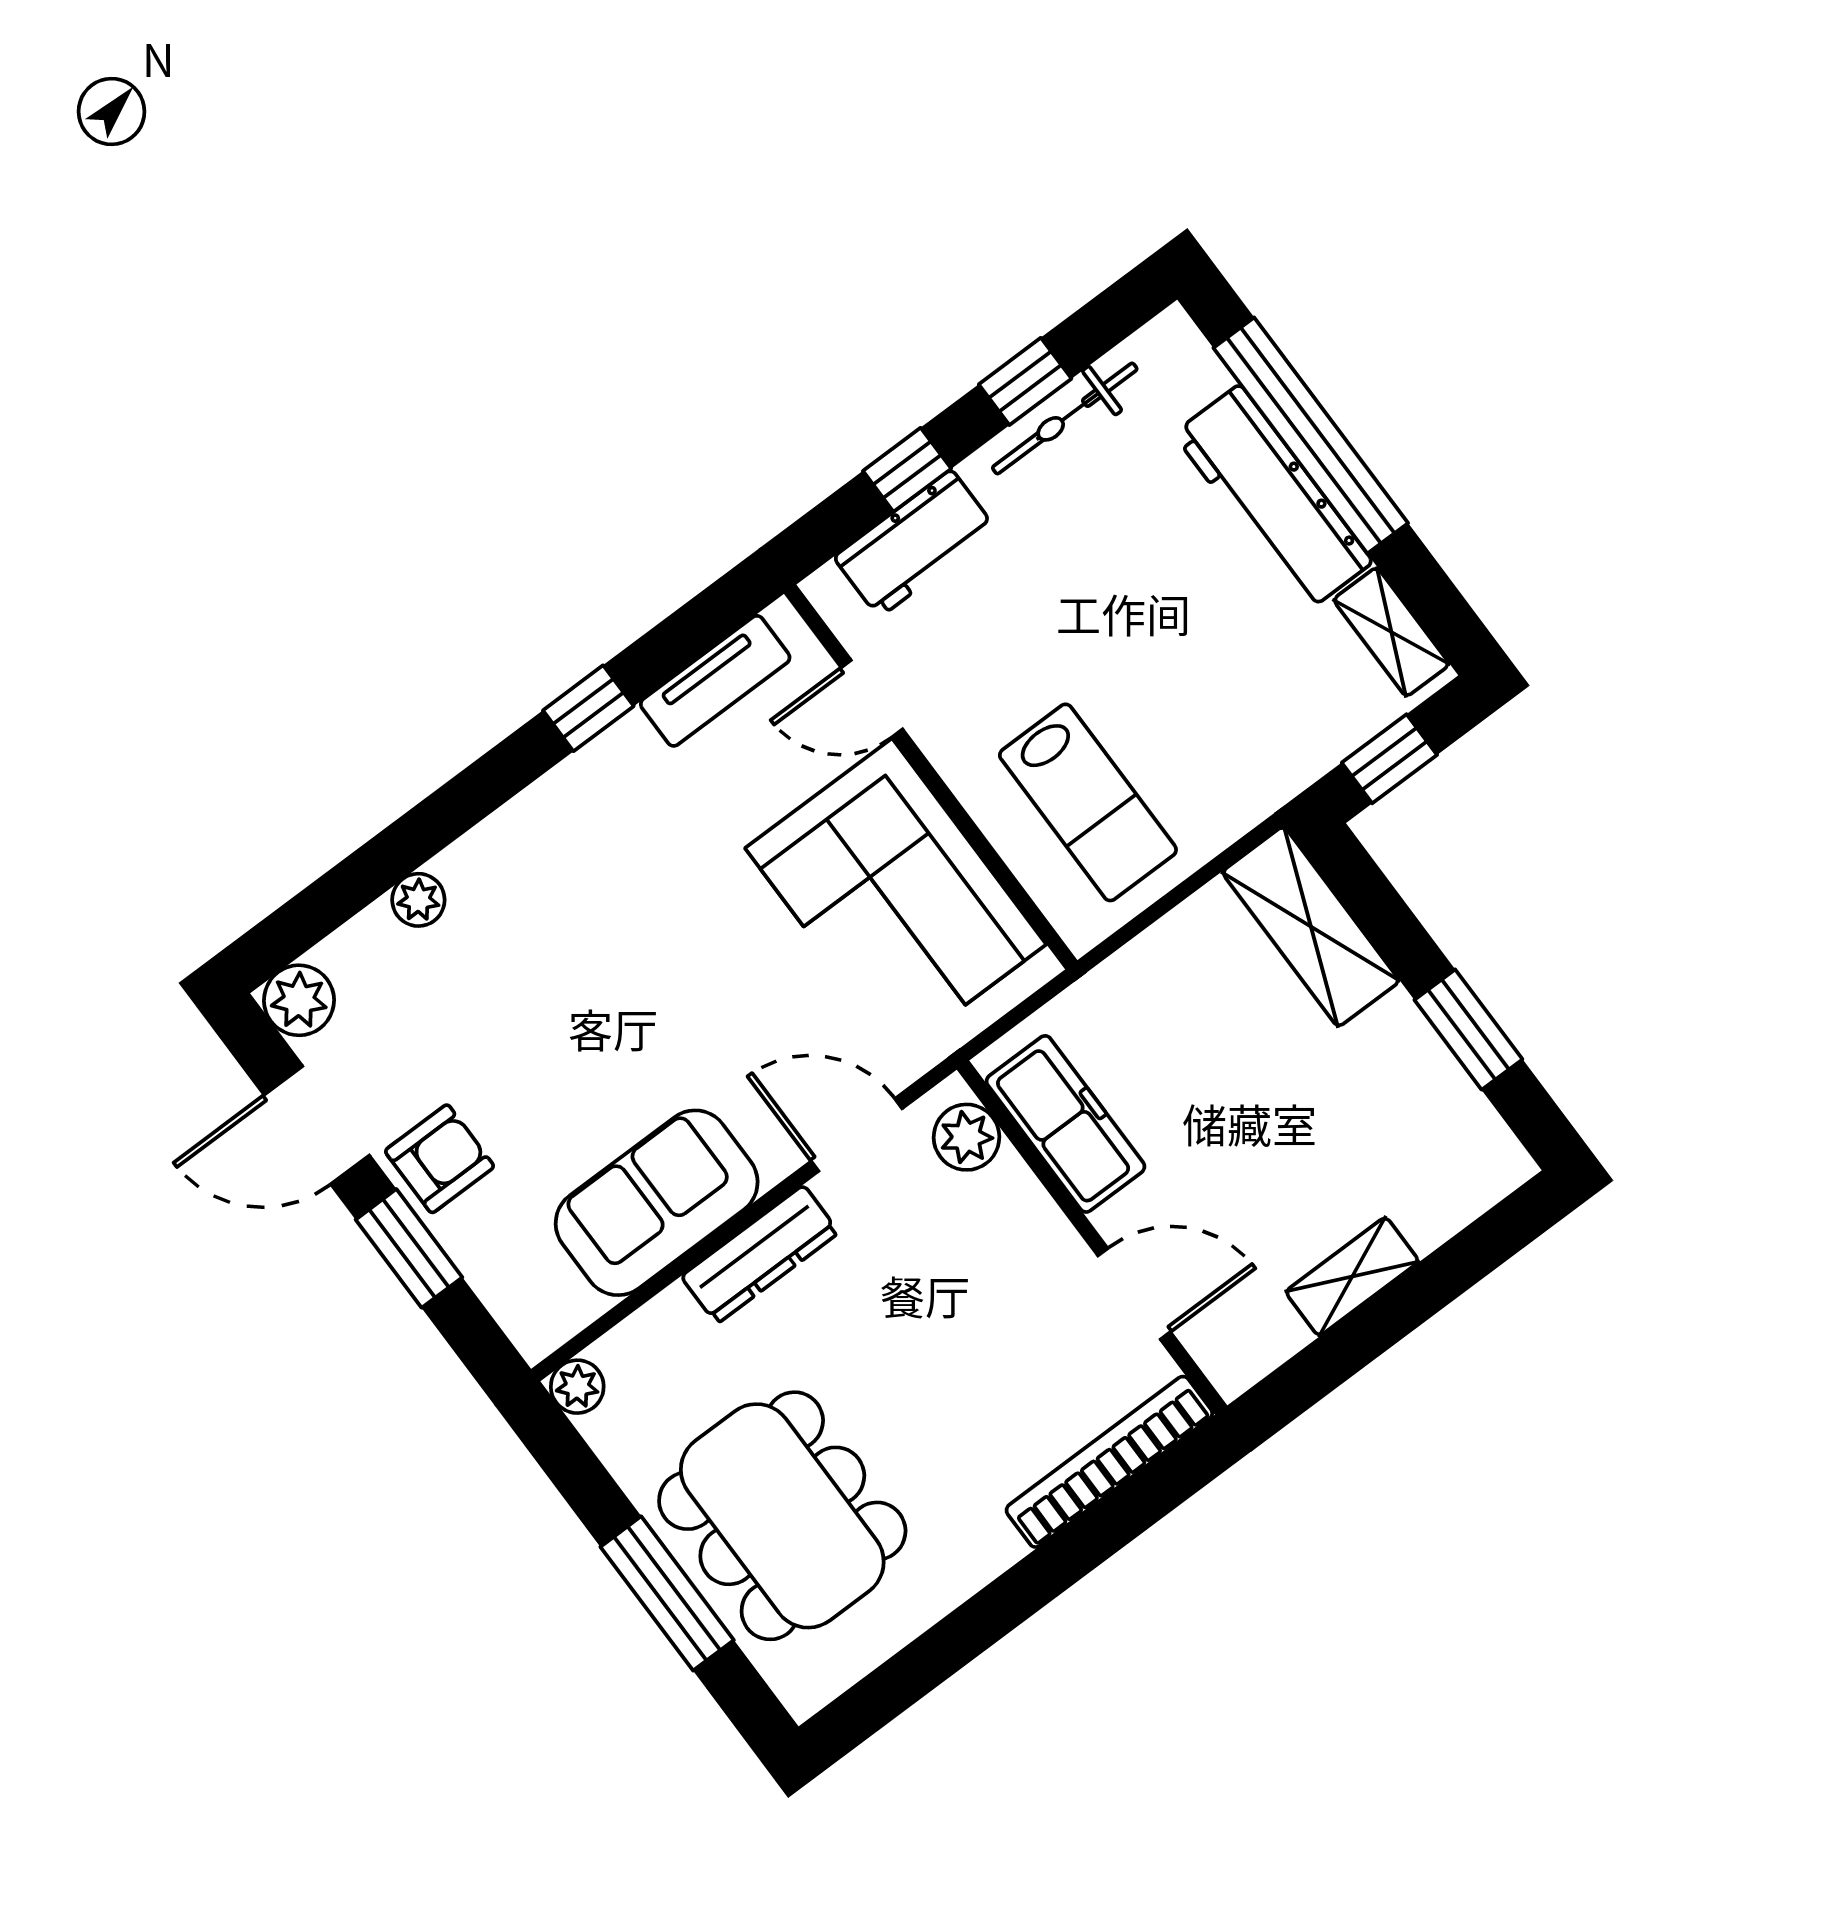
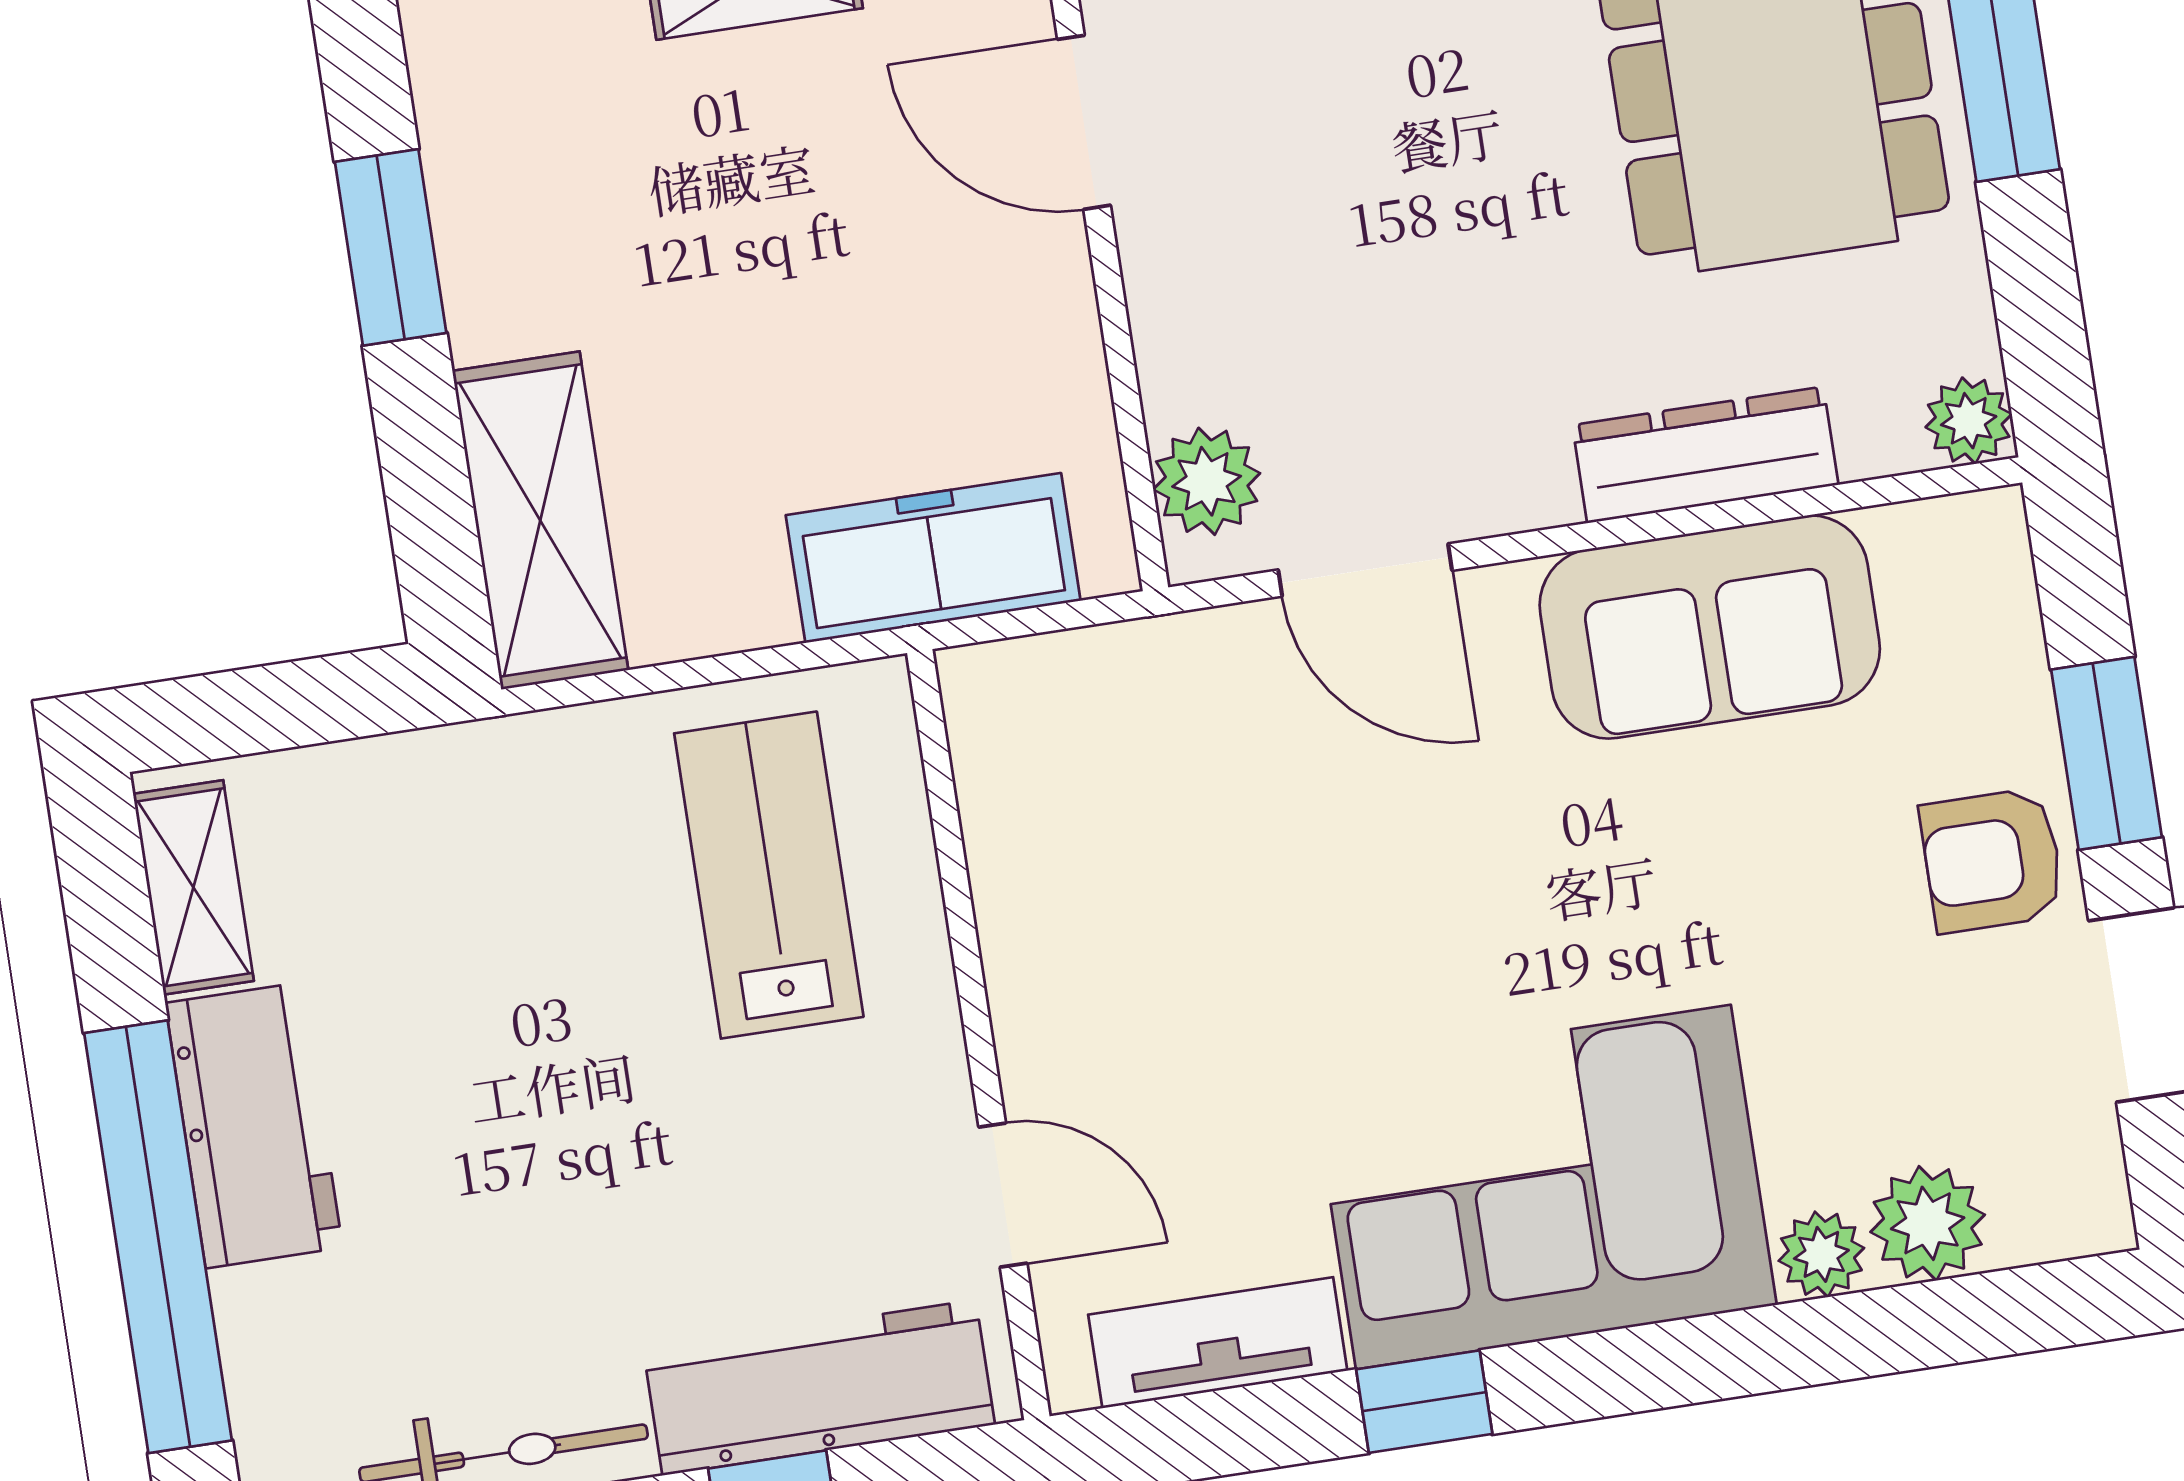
workbench: (1273, 498) -> (254, 1125), width x0.73
workbench: (915, 543) -> (819, 1388), width x1.38
window: (1389, 759) -> (295, 704), removed
corner sofa: (896, 896) -> (1543, 1187), moved, turned -90
plant: (299, 1000) -> (1928, 1223), moved
freezer: (1066, 1124) -> (933, 558), moved, turned 90
dresser: (760, 1254) -> (1705, 455), moved

